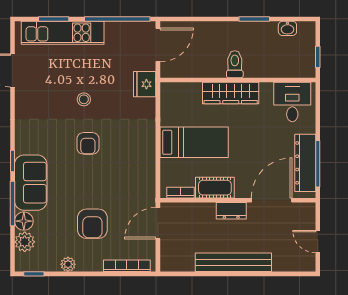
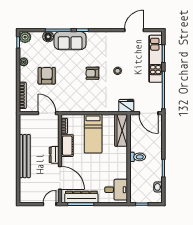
wardrobe: (231, 93) -> (121, 130), moved
armchair: (92, 224) -> (47, 76), turned 90
plant: (25, 242) -> (25, 37), moved
door: (318, 242) -> (50, 204), moved

